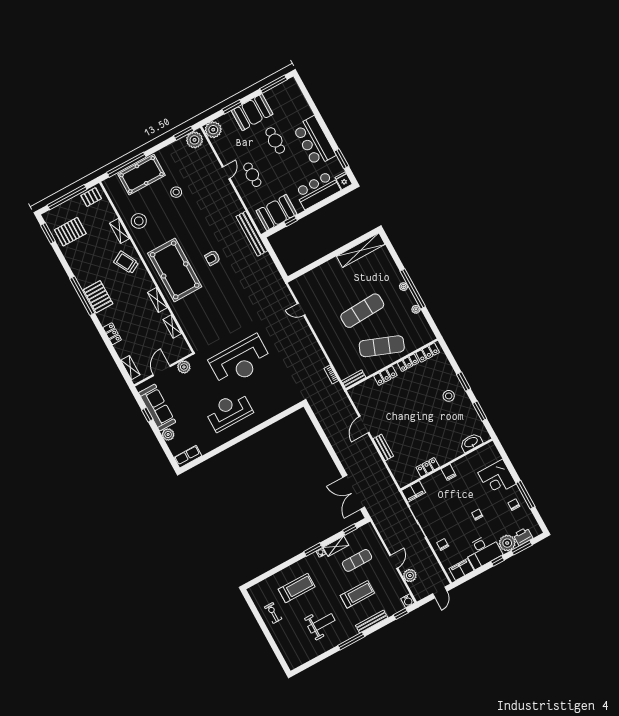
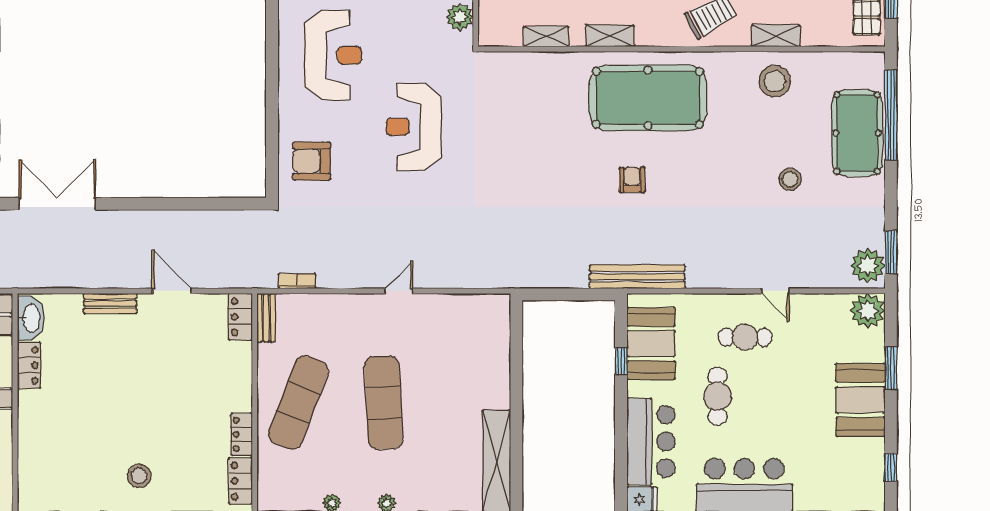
window: (273, 84) -> (891, 468), width x0.46
cafe table: (275, 141) -> (718, 396), moved, turned 90
door: (301, 309) -> (399, 291), moved
reception desk: (240, 361) -> (414, 127), width x0.74, depth x0.77
locker: (385, 376) -> (240, 317), moved
armchair: (278, 396) -> (312, 161), added
washbasin: (471, 442) -> (31, 318), moved

